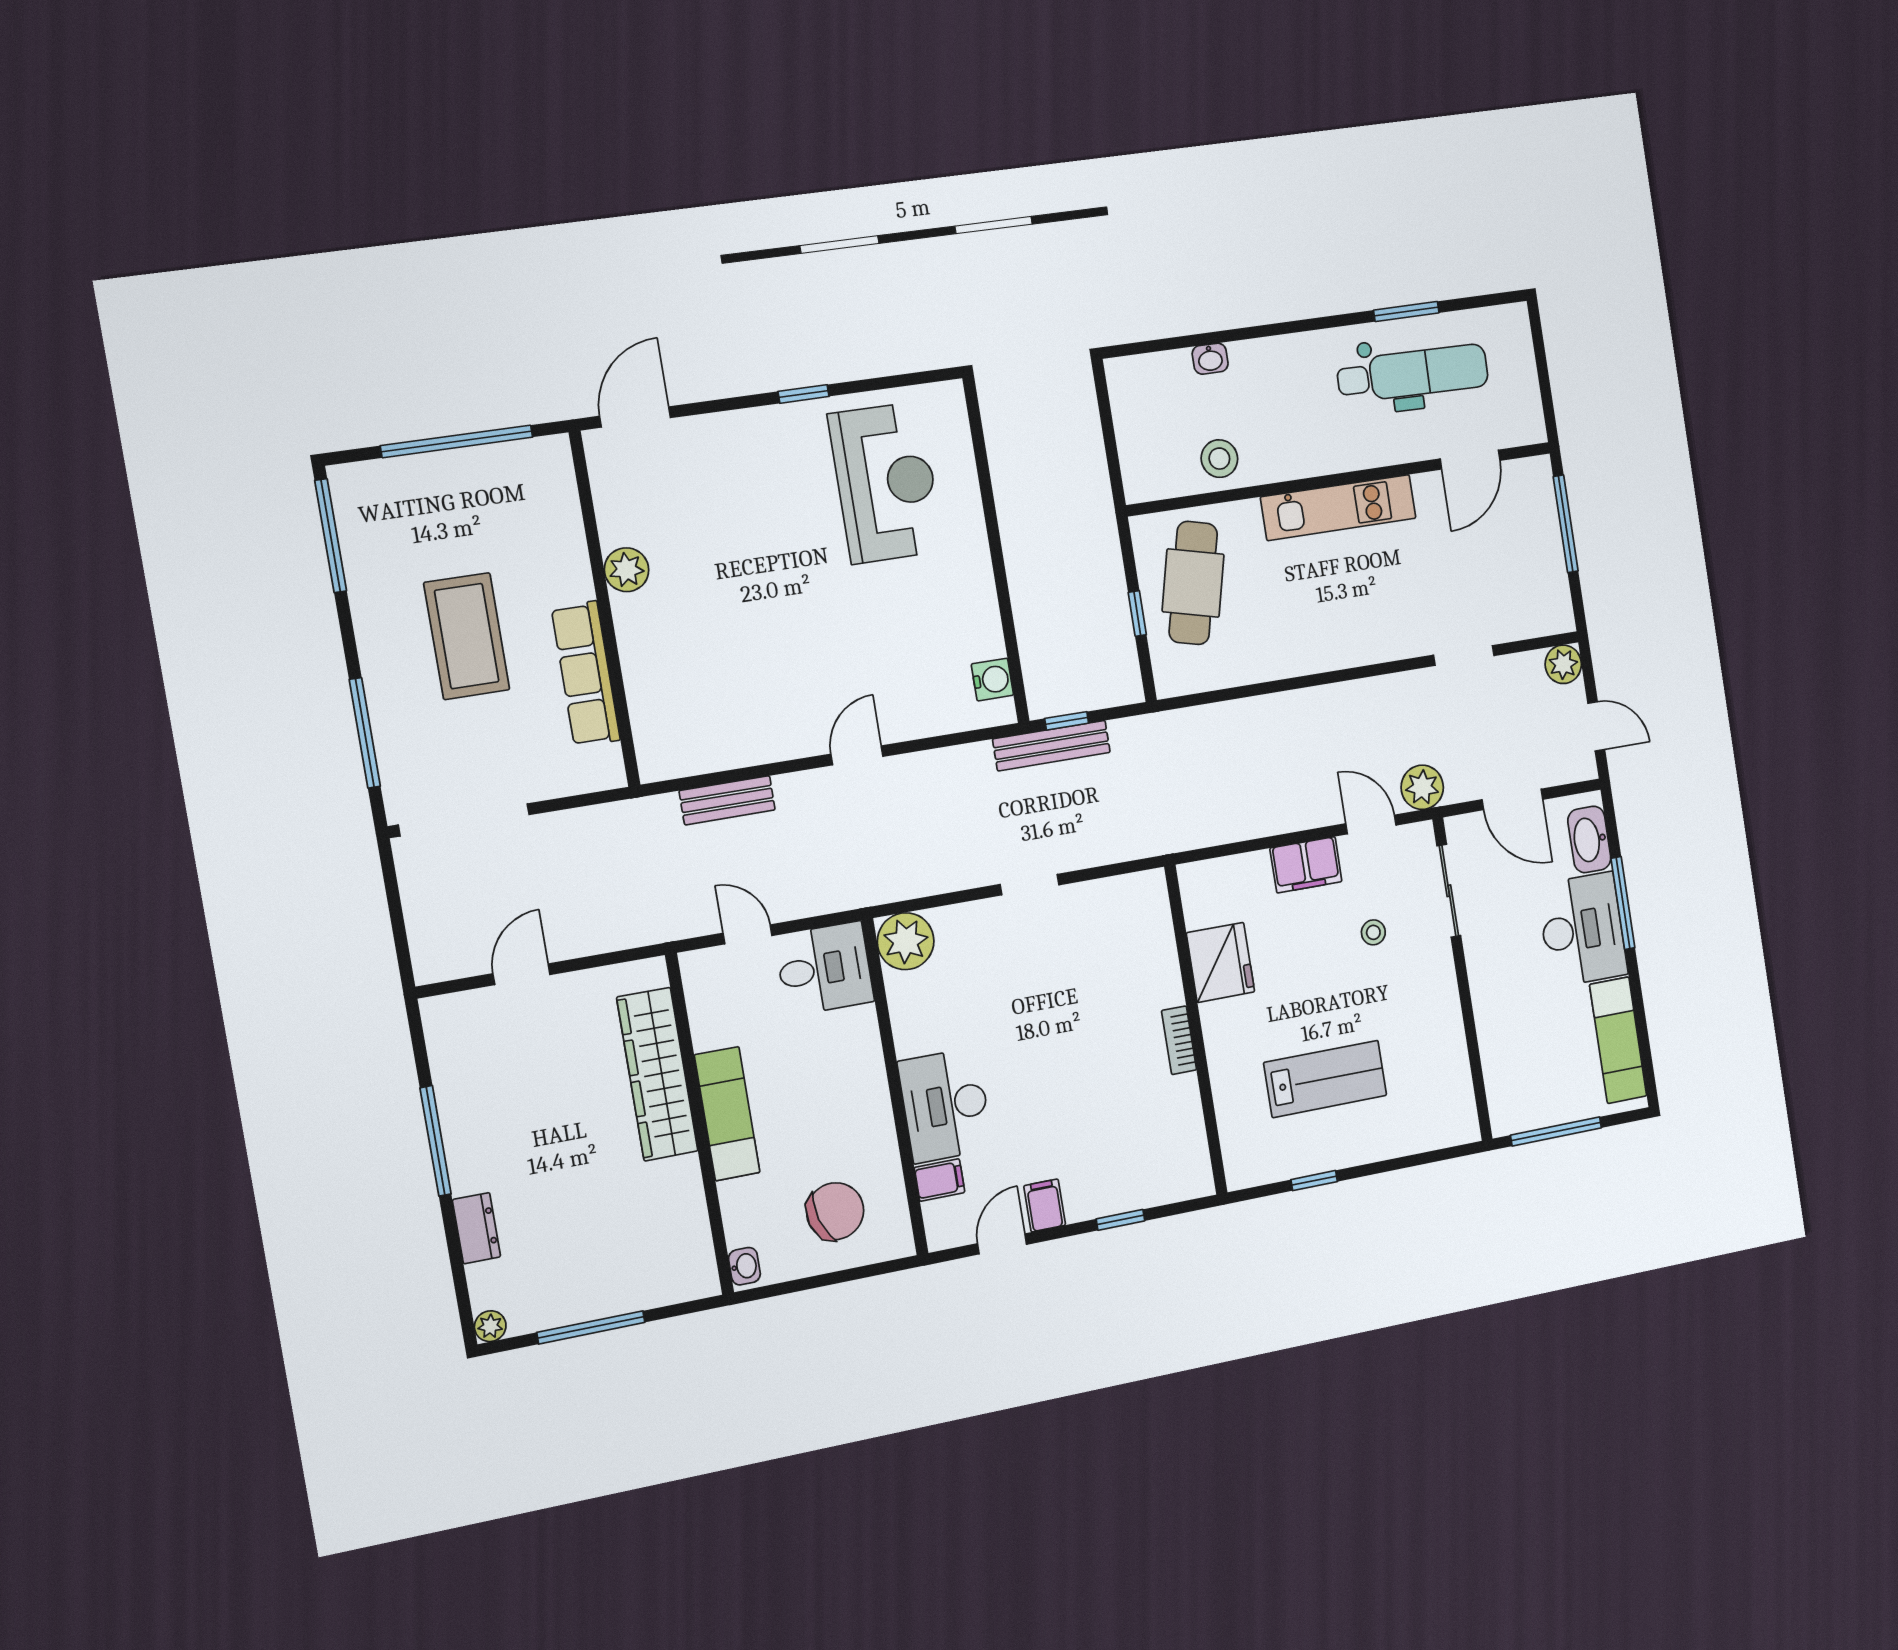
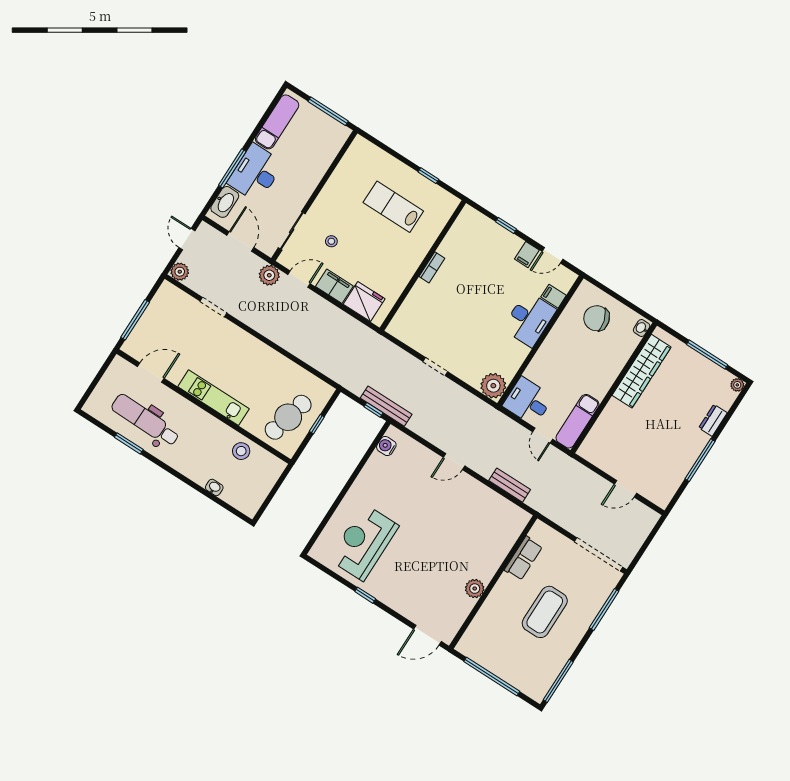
row of seats: (586, 674) -> (523, 558), width x0.68
door: (1371, 824) -> (299, 279), swing flipped
fridge: (1221, 962) -> (364, 302), moved, turned 90
wardrobe: (657, 1074) -> (642, 371), moved
exam couch: (727, 1114) -> (577, 421), moved

